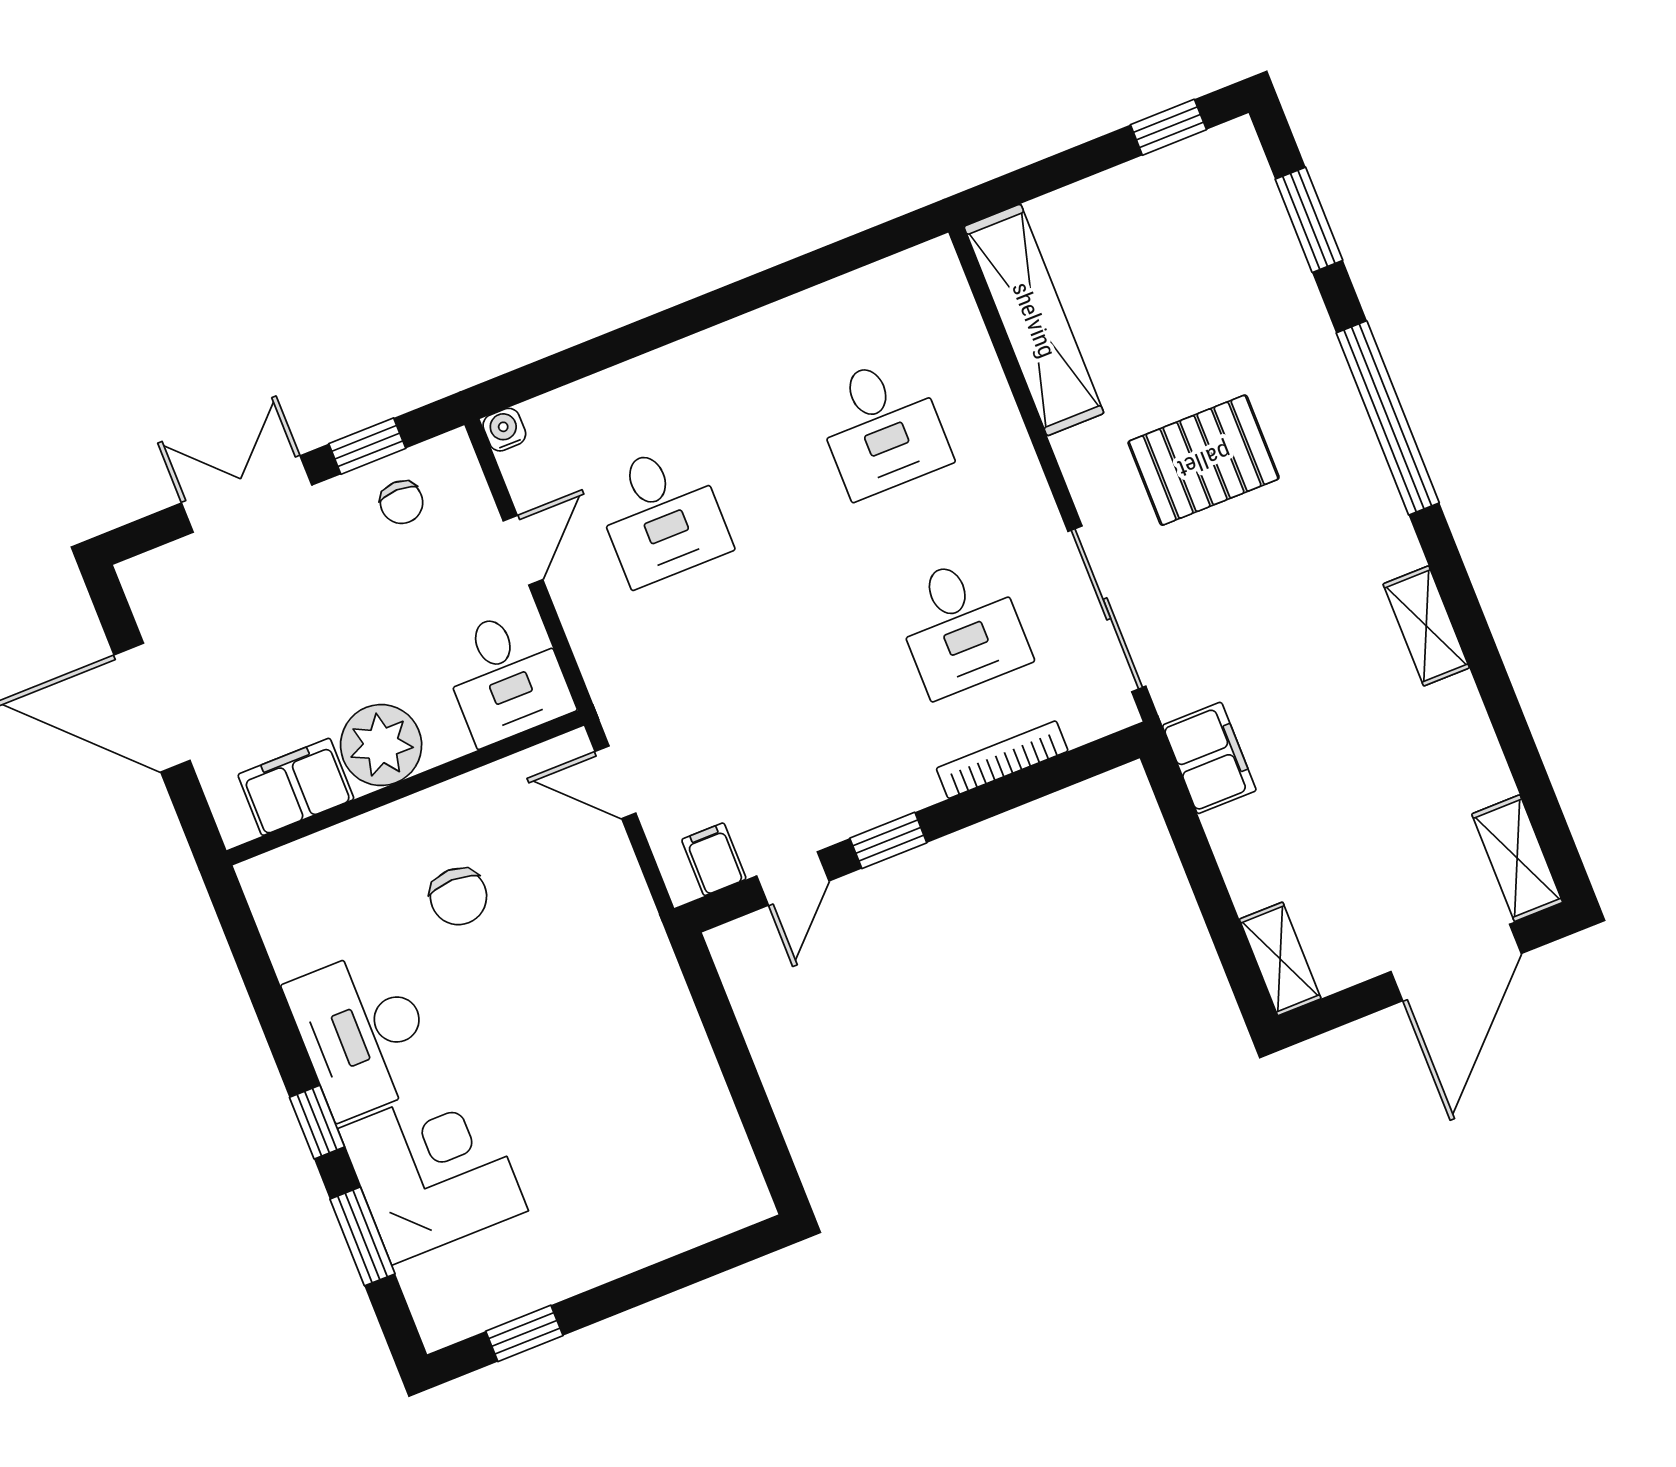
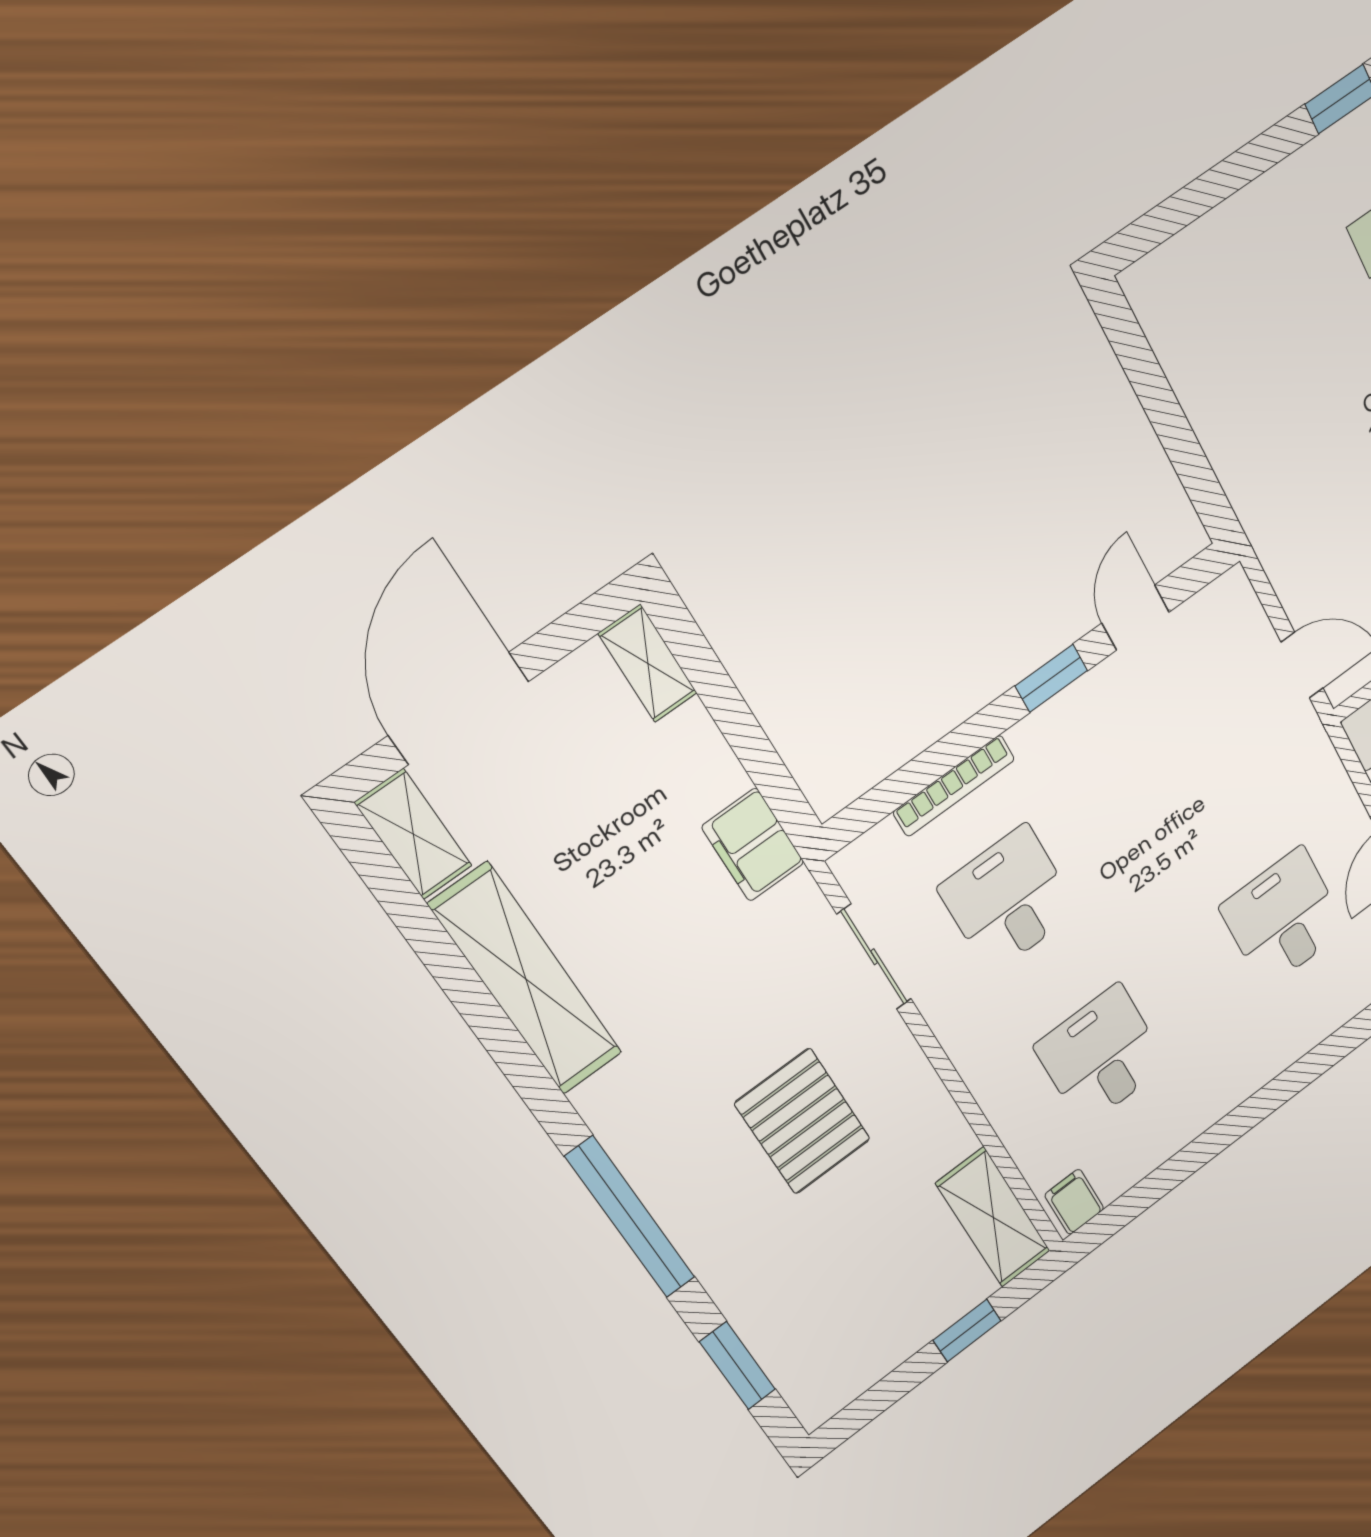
window: (1168, 127) -> (967, 1330), moved
shelving: (1034, 320) -> (993, 1217), width x0.68
pallet: (1204, 460) -> (803, 1121), turned 90
sliding door: (1107, 609) -> (874, 957), width x0.73
shelving: (1426, 626) -> (526, 979), width x2.20, depth x1.33
filing cabinet: (714, 859) -> (1074, 1202), moved, turned 180

